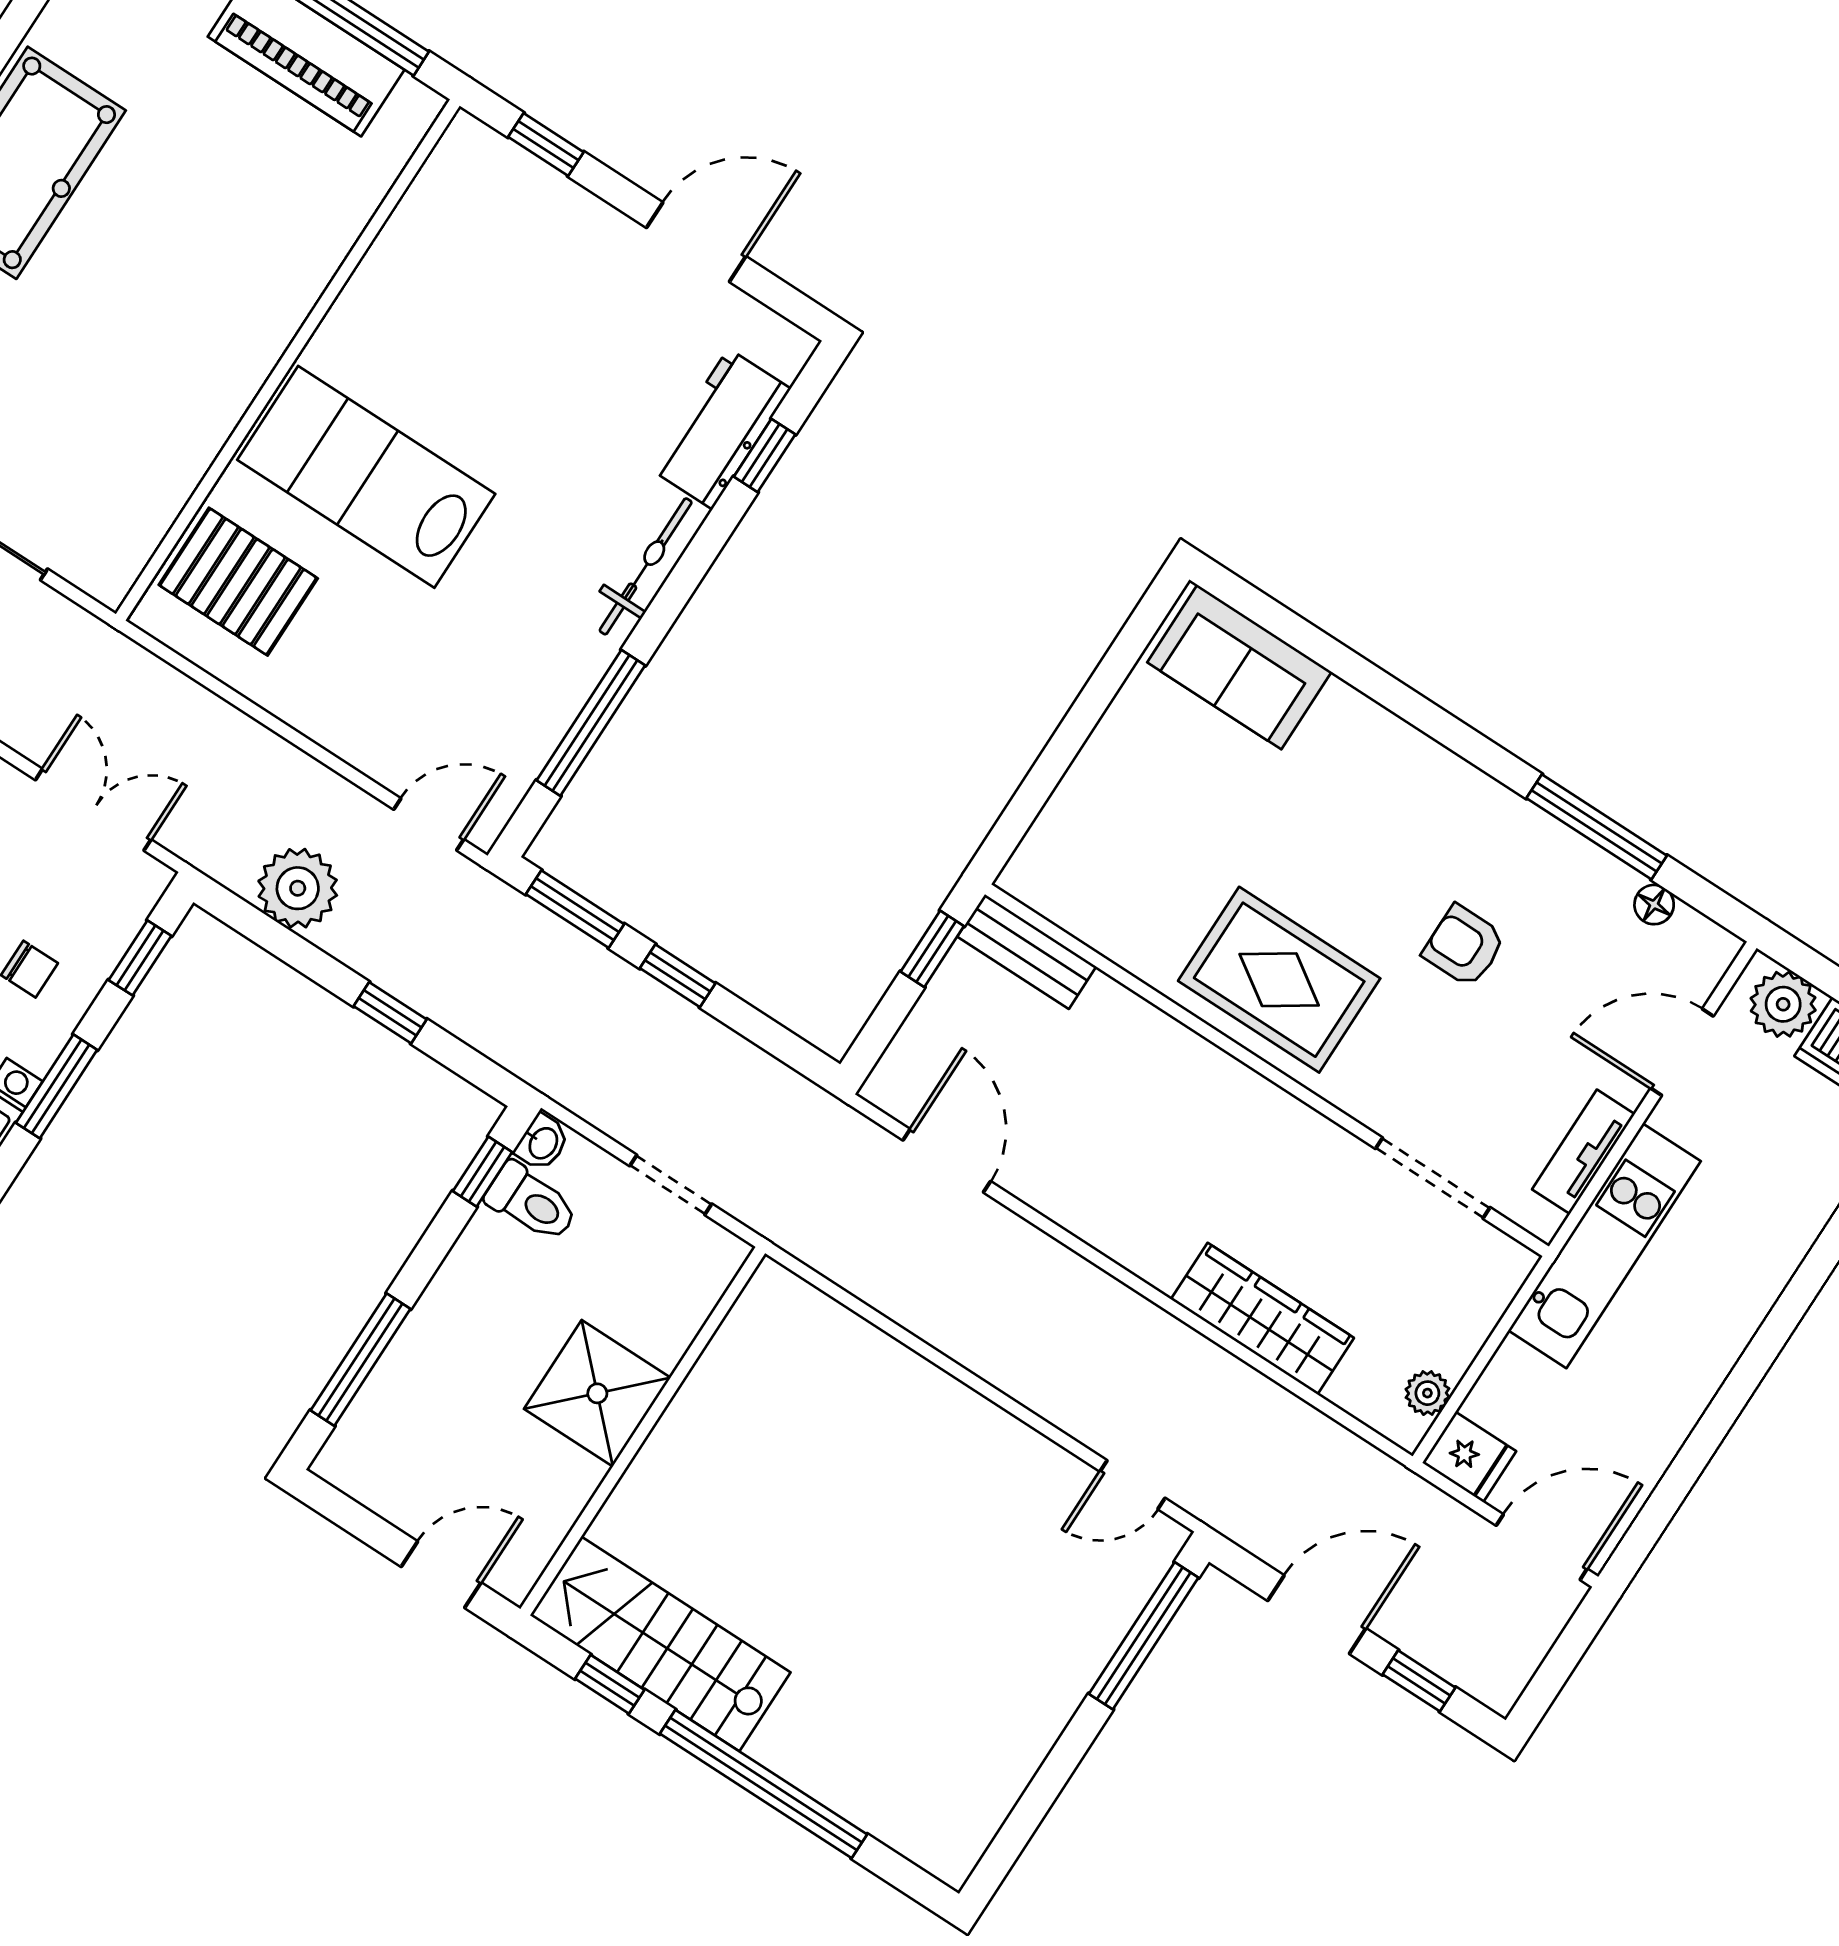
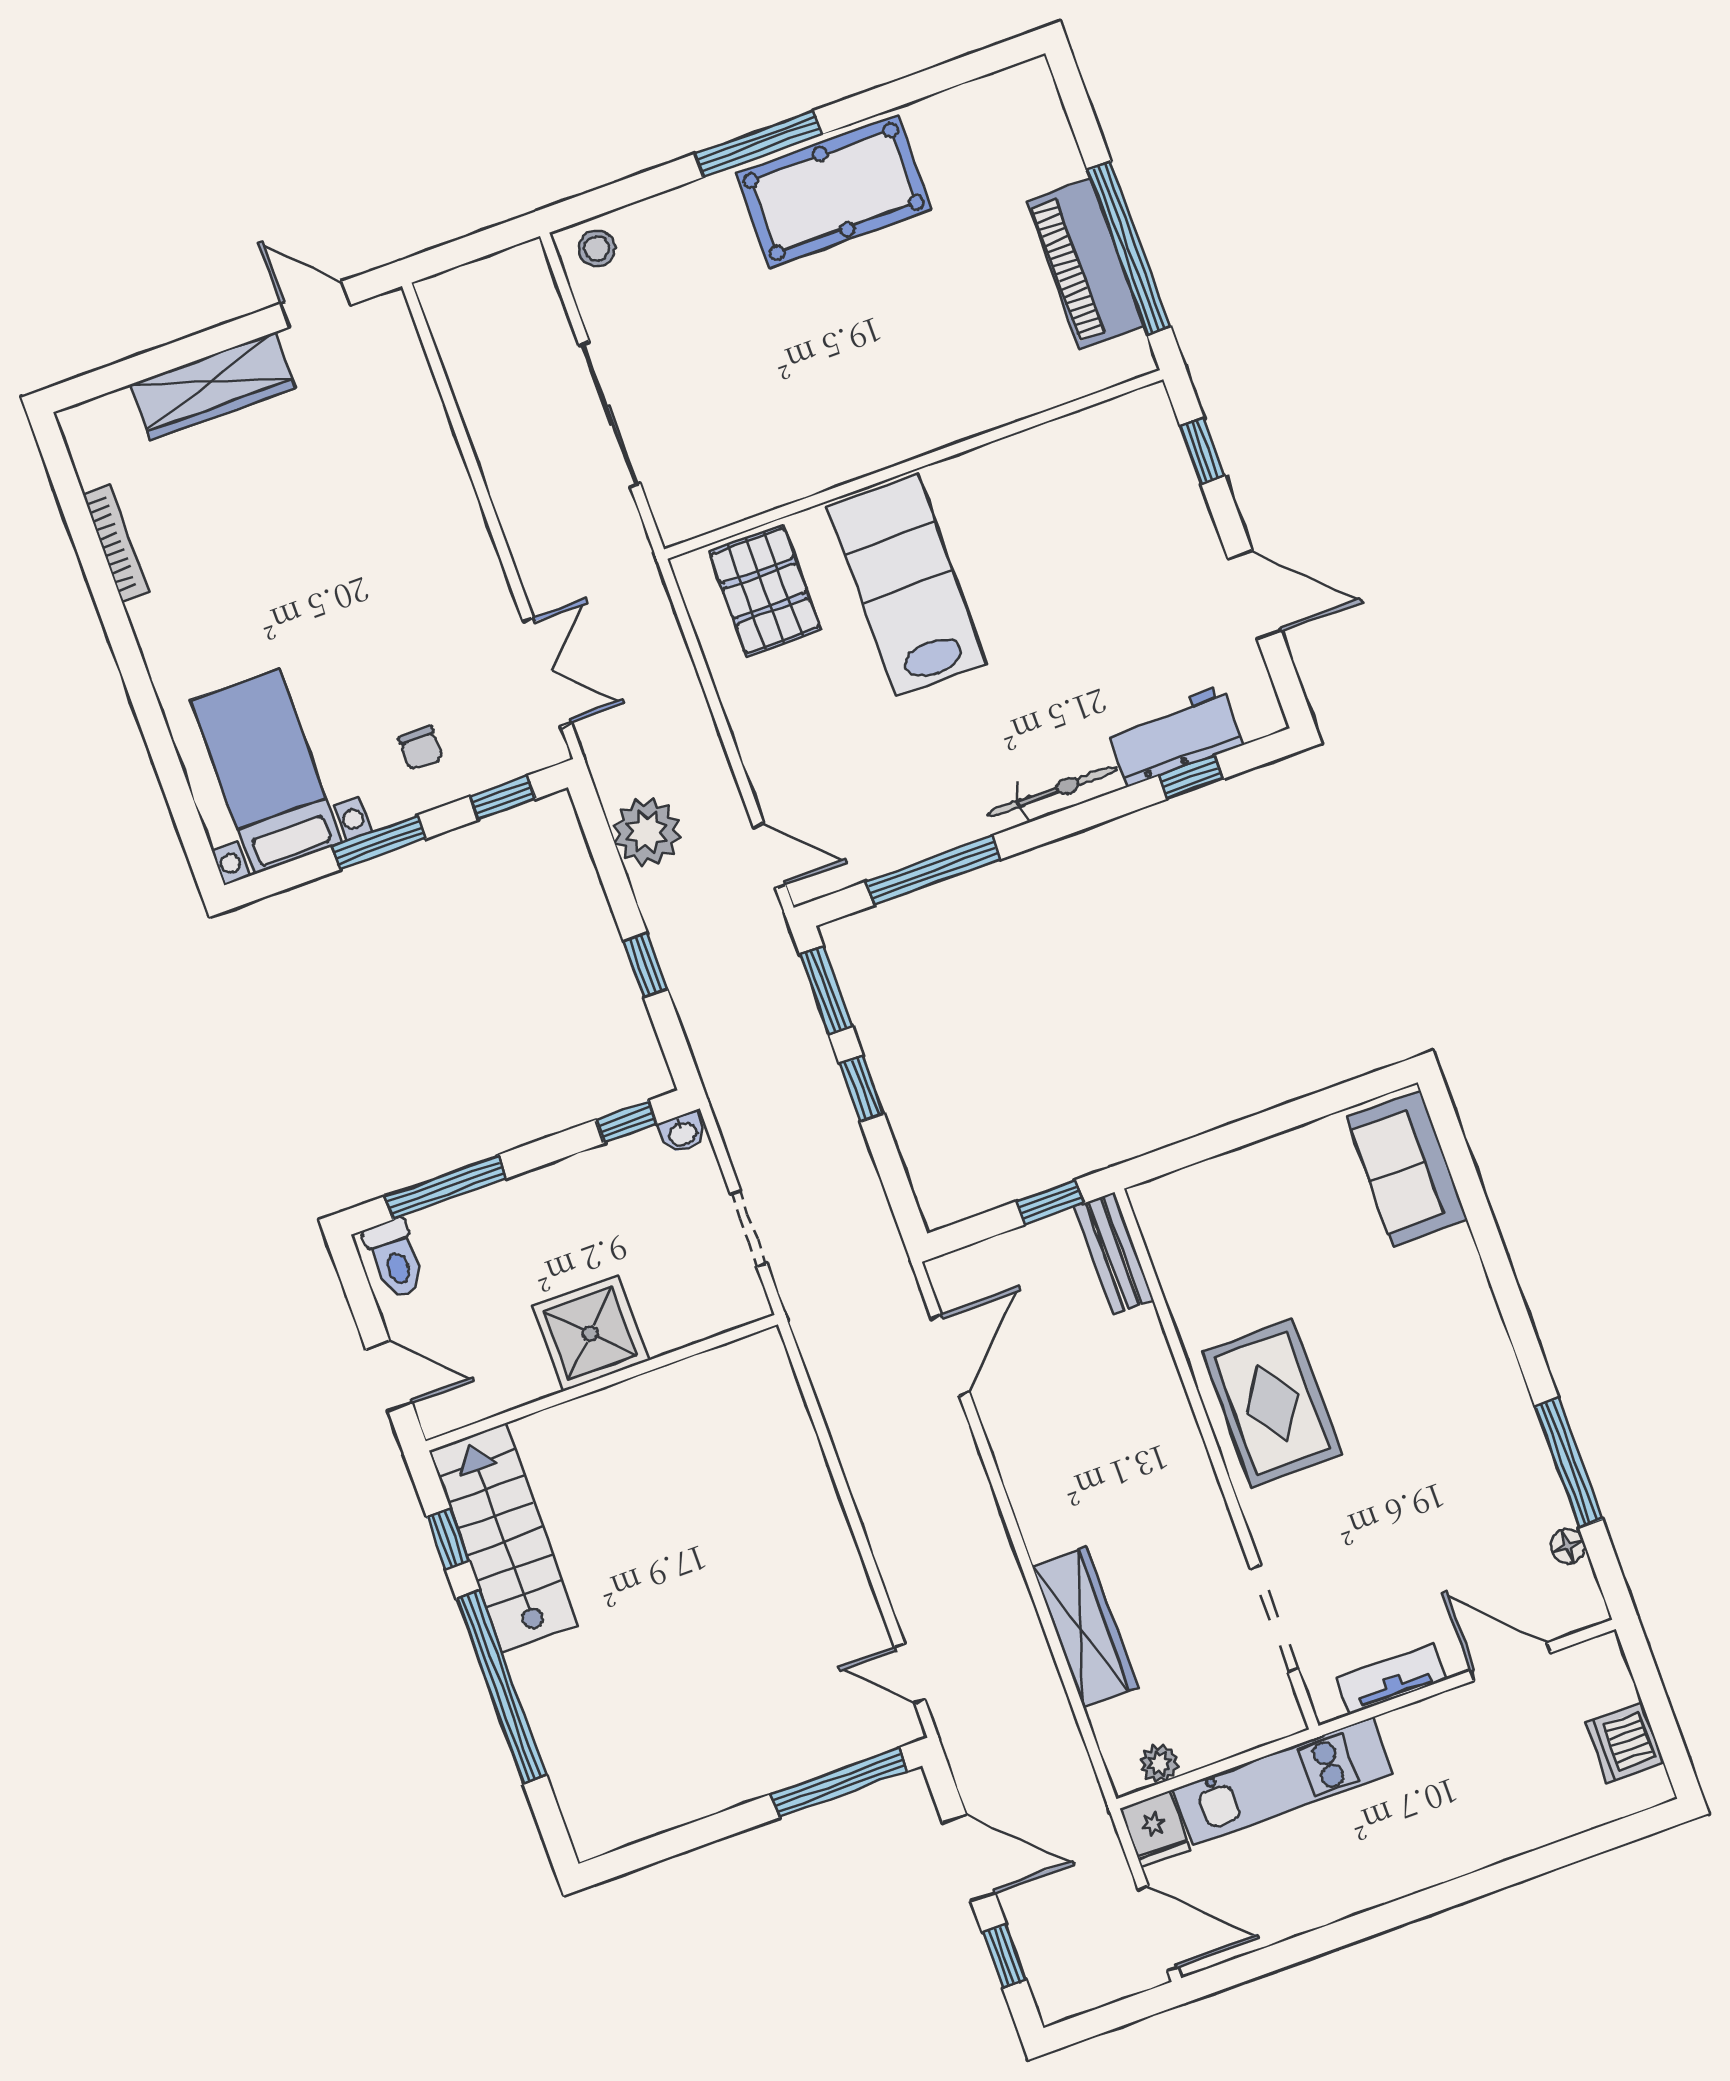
armchair: (1464, 946) -> (1416, 1476), removed
plant: (1783, 1004) -> (1605, 1681), removed
toilet: (532, 1202) -> (395, 1259), moved
kitchen unit: (1605, 1246) -> (1282, 1781), moved

